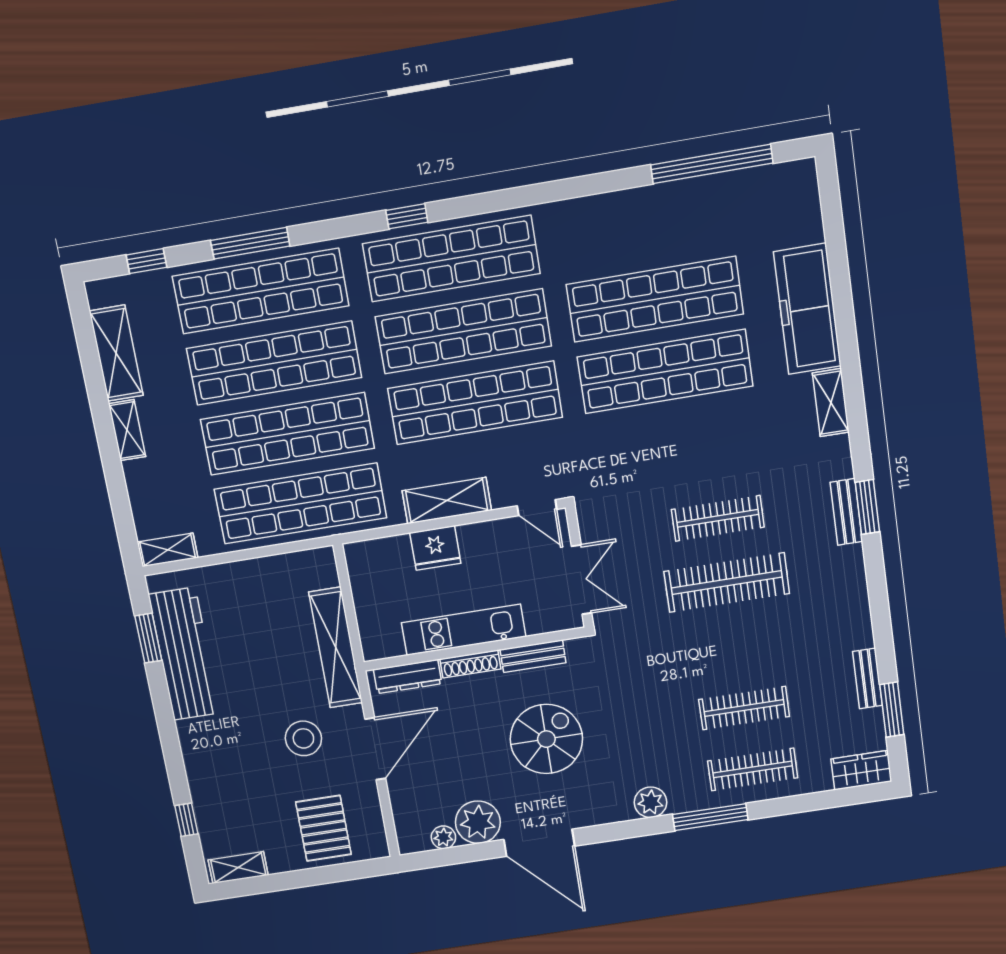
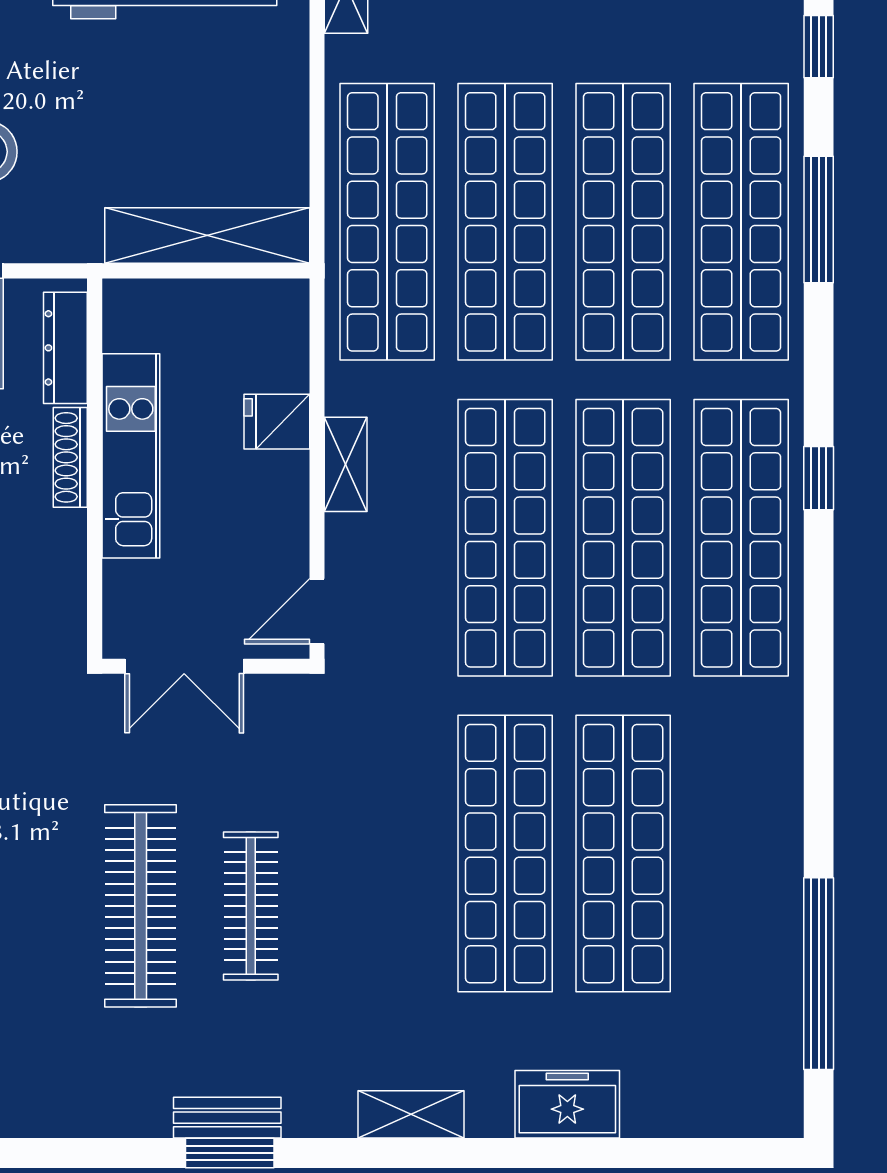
freezer: (807, 309) -> (567, 1104), width x0.52, depth x0.79
shelving: (447, 501) -> (346, 464), width x0.67, depth x0.75
fridge: (435, 548) -> (277, 422), width x0.72
shelving: (336, 648) -> (207, 236), moved
bench: (533, 656) -> (67, 565), removed

